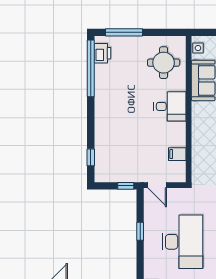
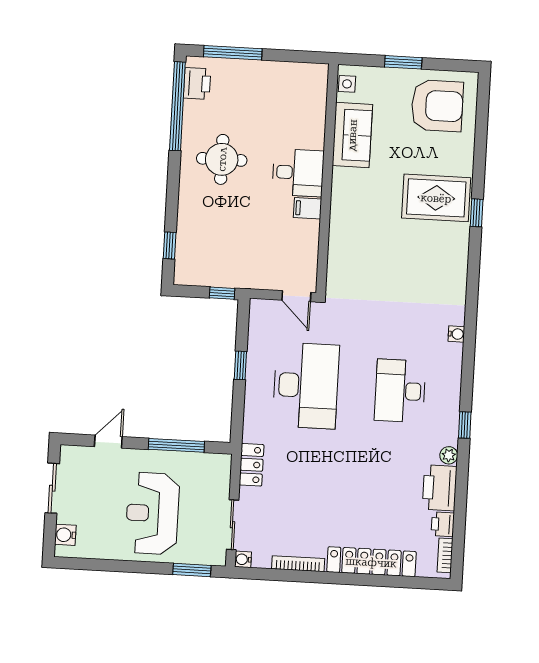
round table: (164, 63) -> (222, 159), moved
filing cabinet: (177, 154) -> (307, 208), moved
door: (157, 185) -> (296, 296), moved

